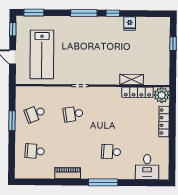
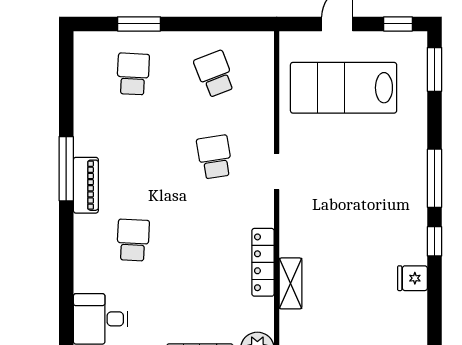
locker: (137, 92) -> (263, 262), moved
window: (12, 121) -> (139, 24), moved
piano: (68, 173) -> (86, 185), moved
window: (103, 182) -> (66, 169), moved

